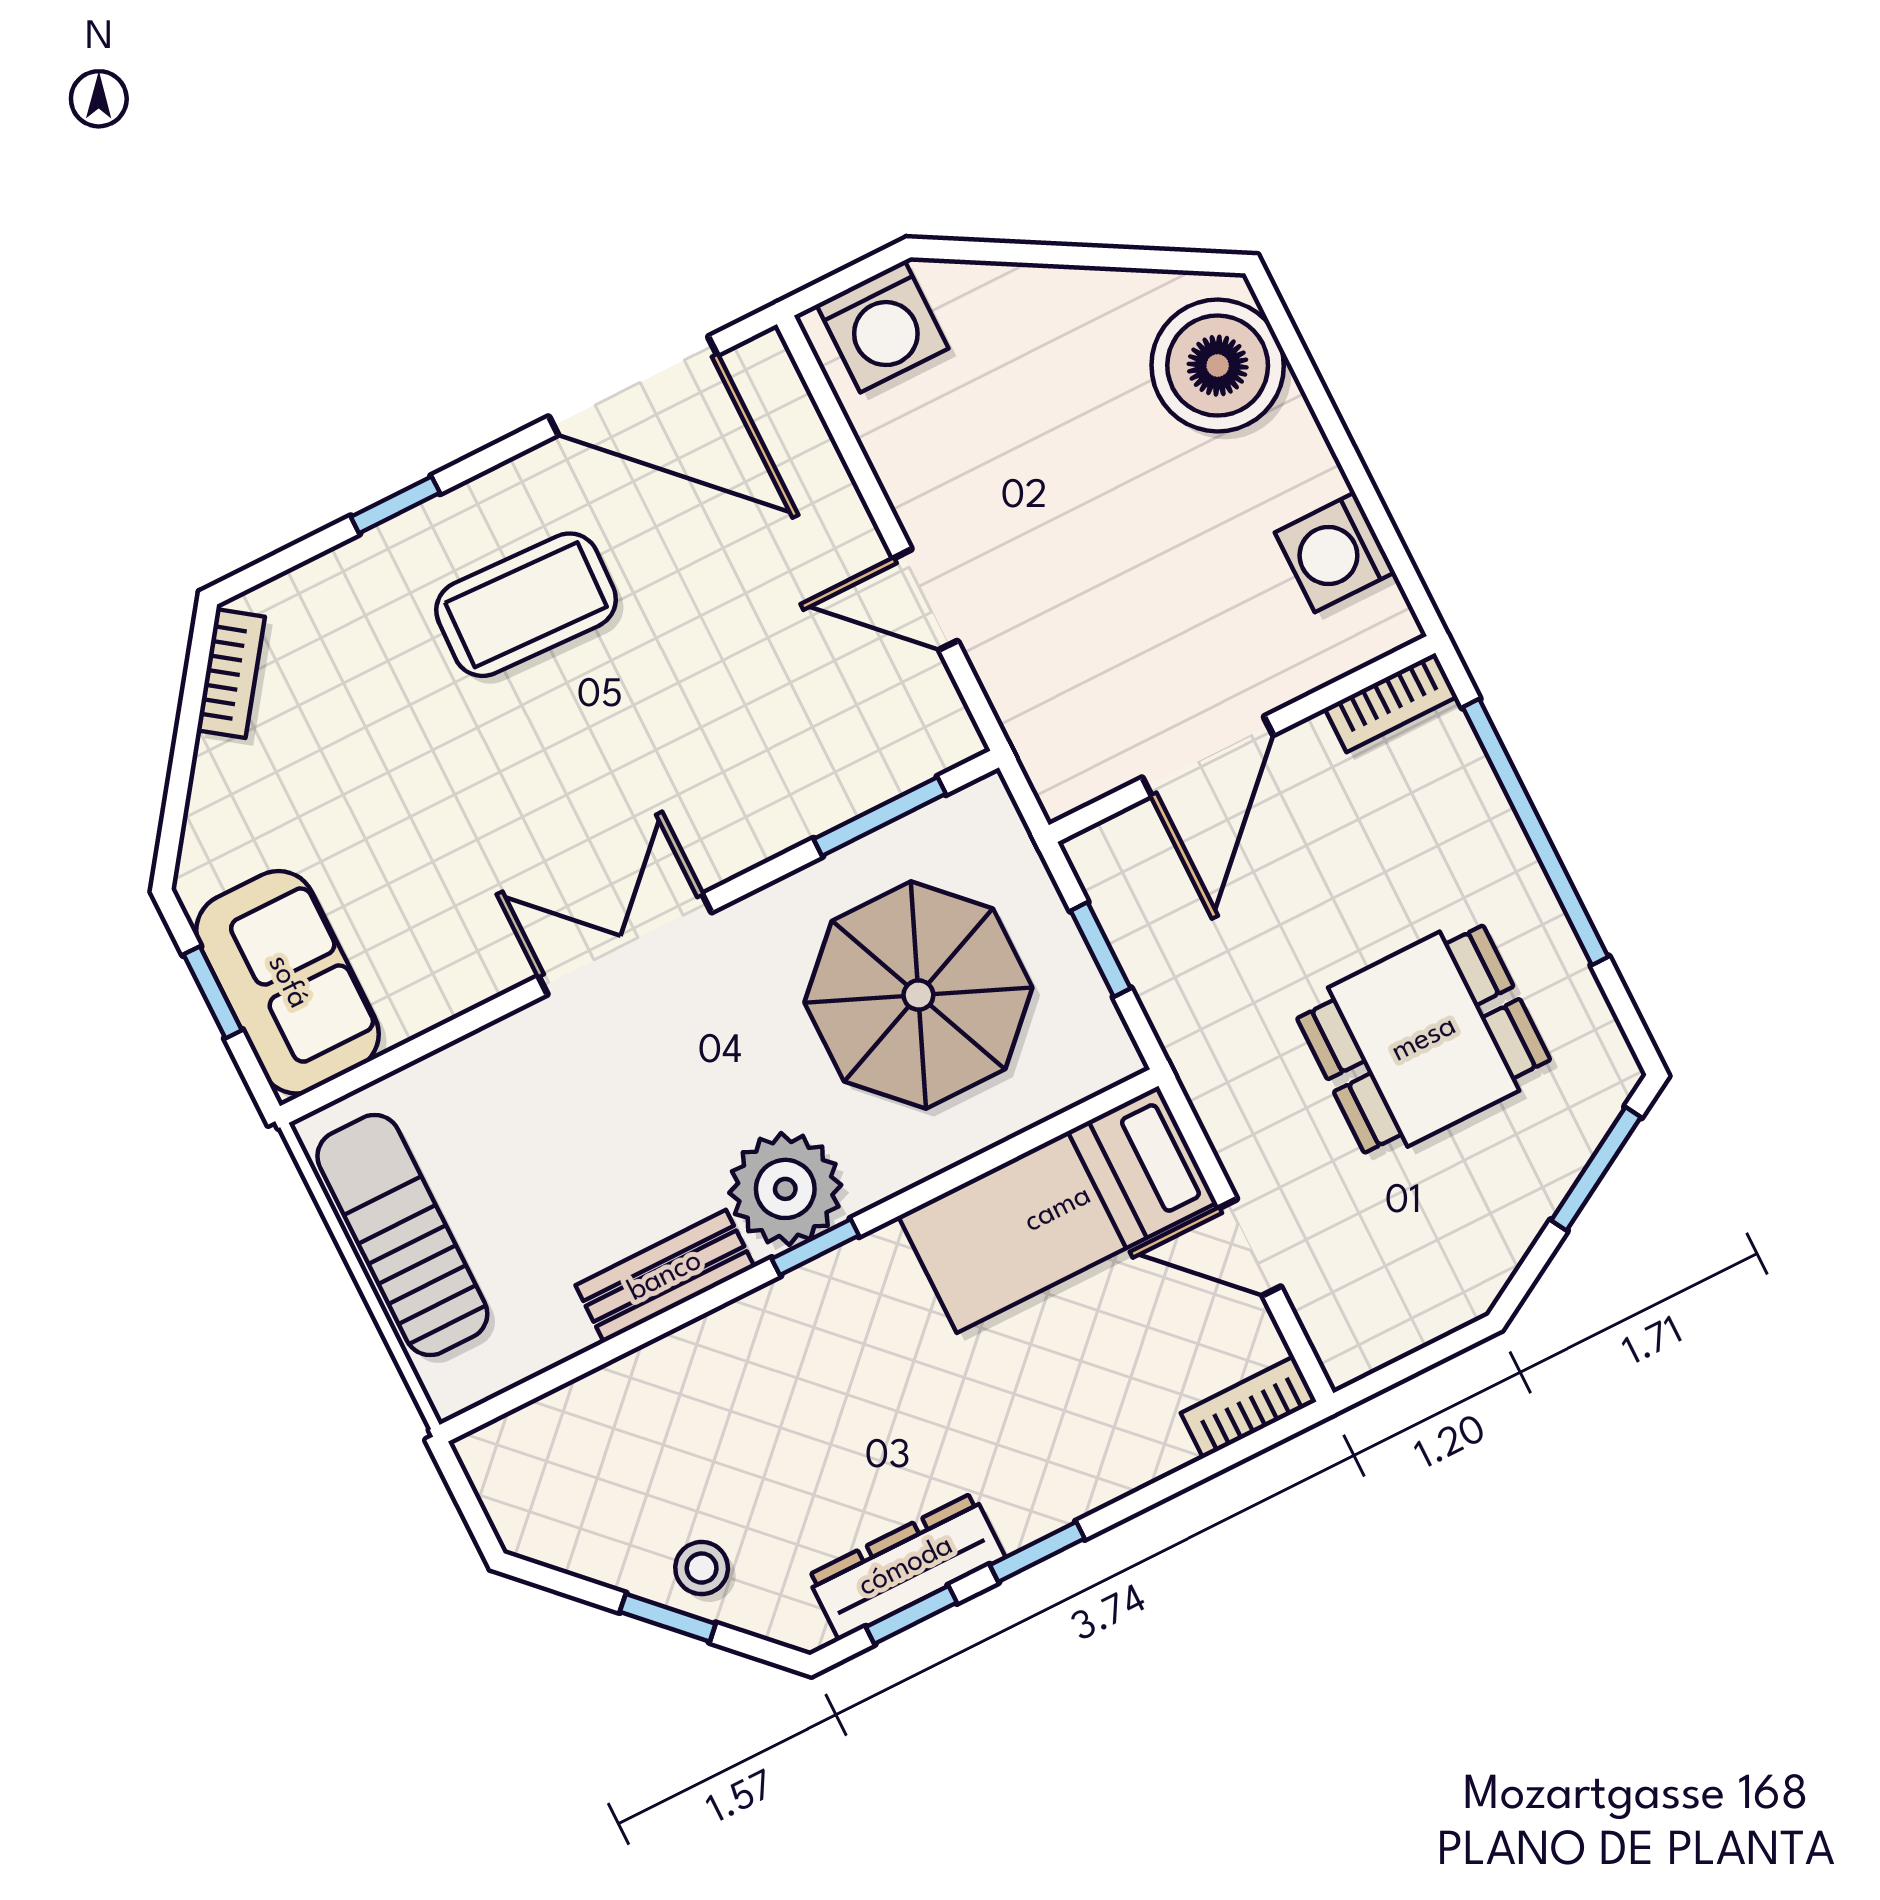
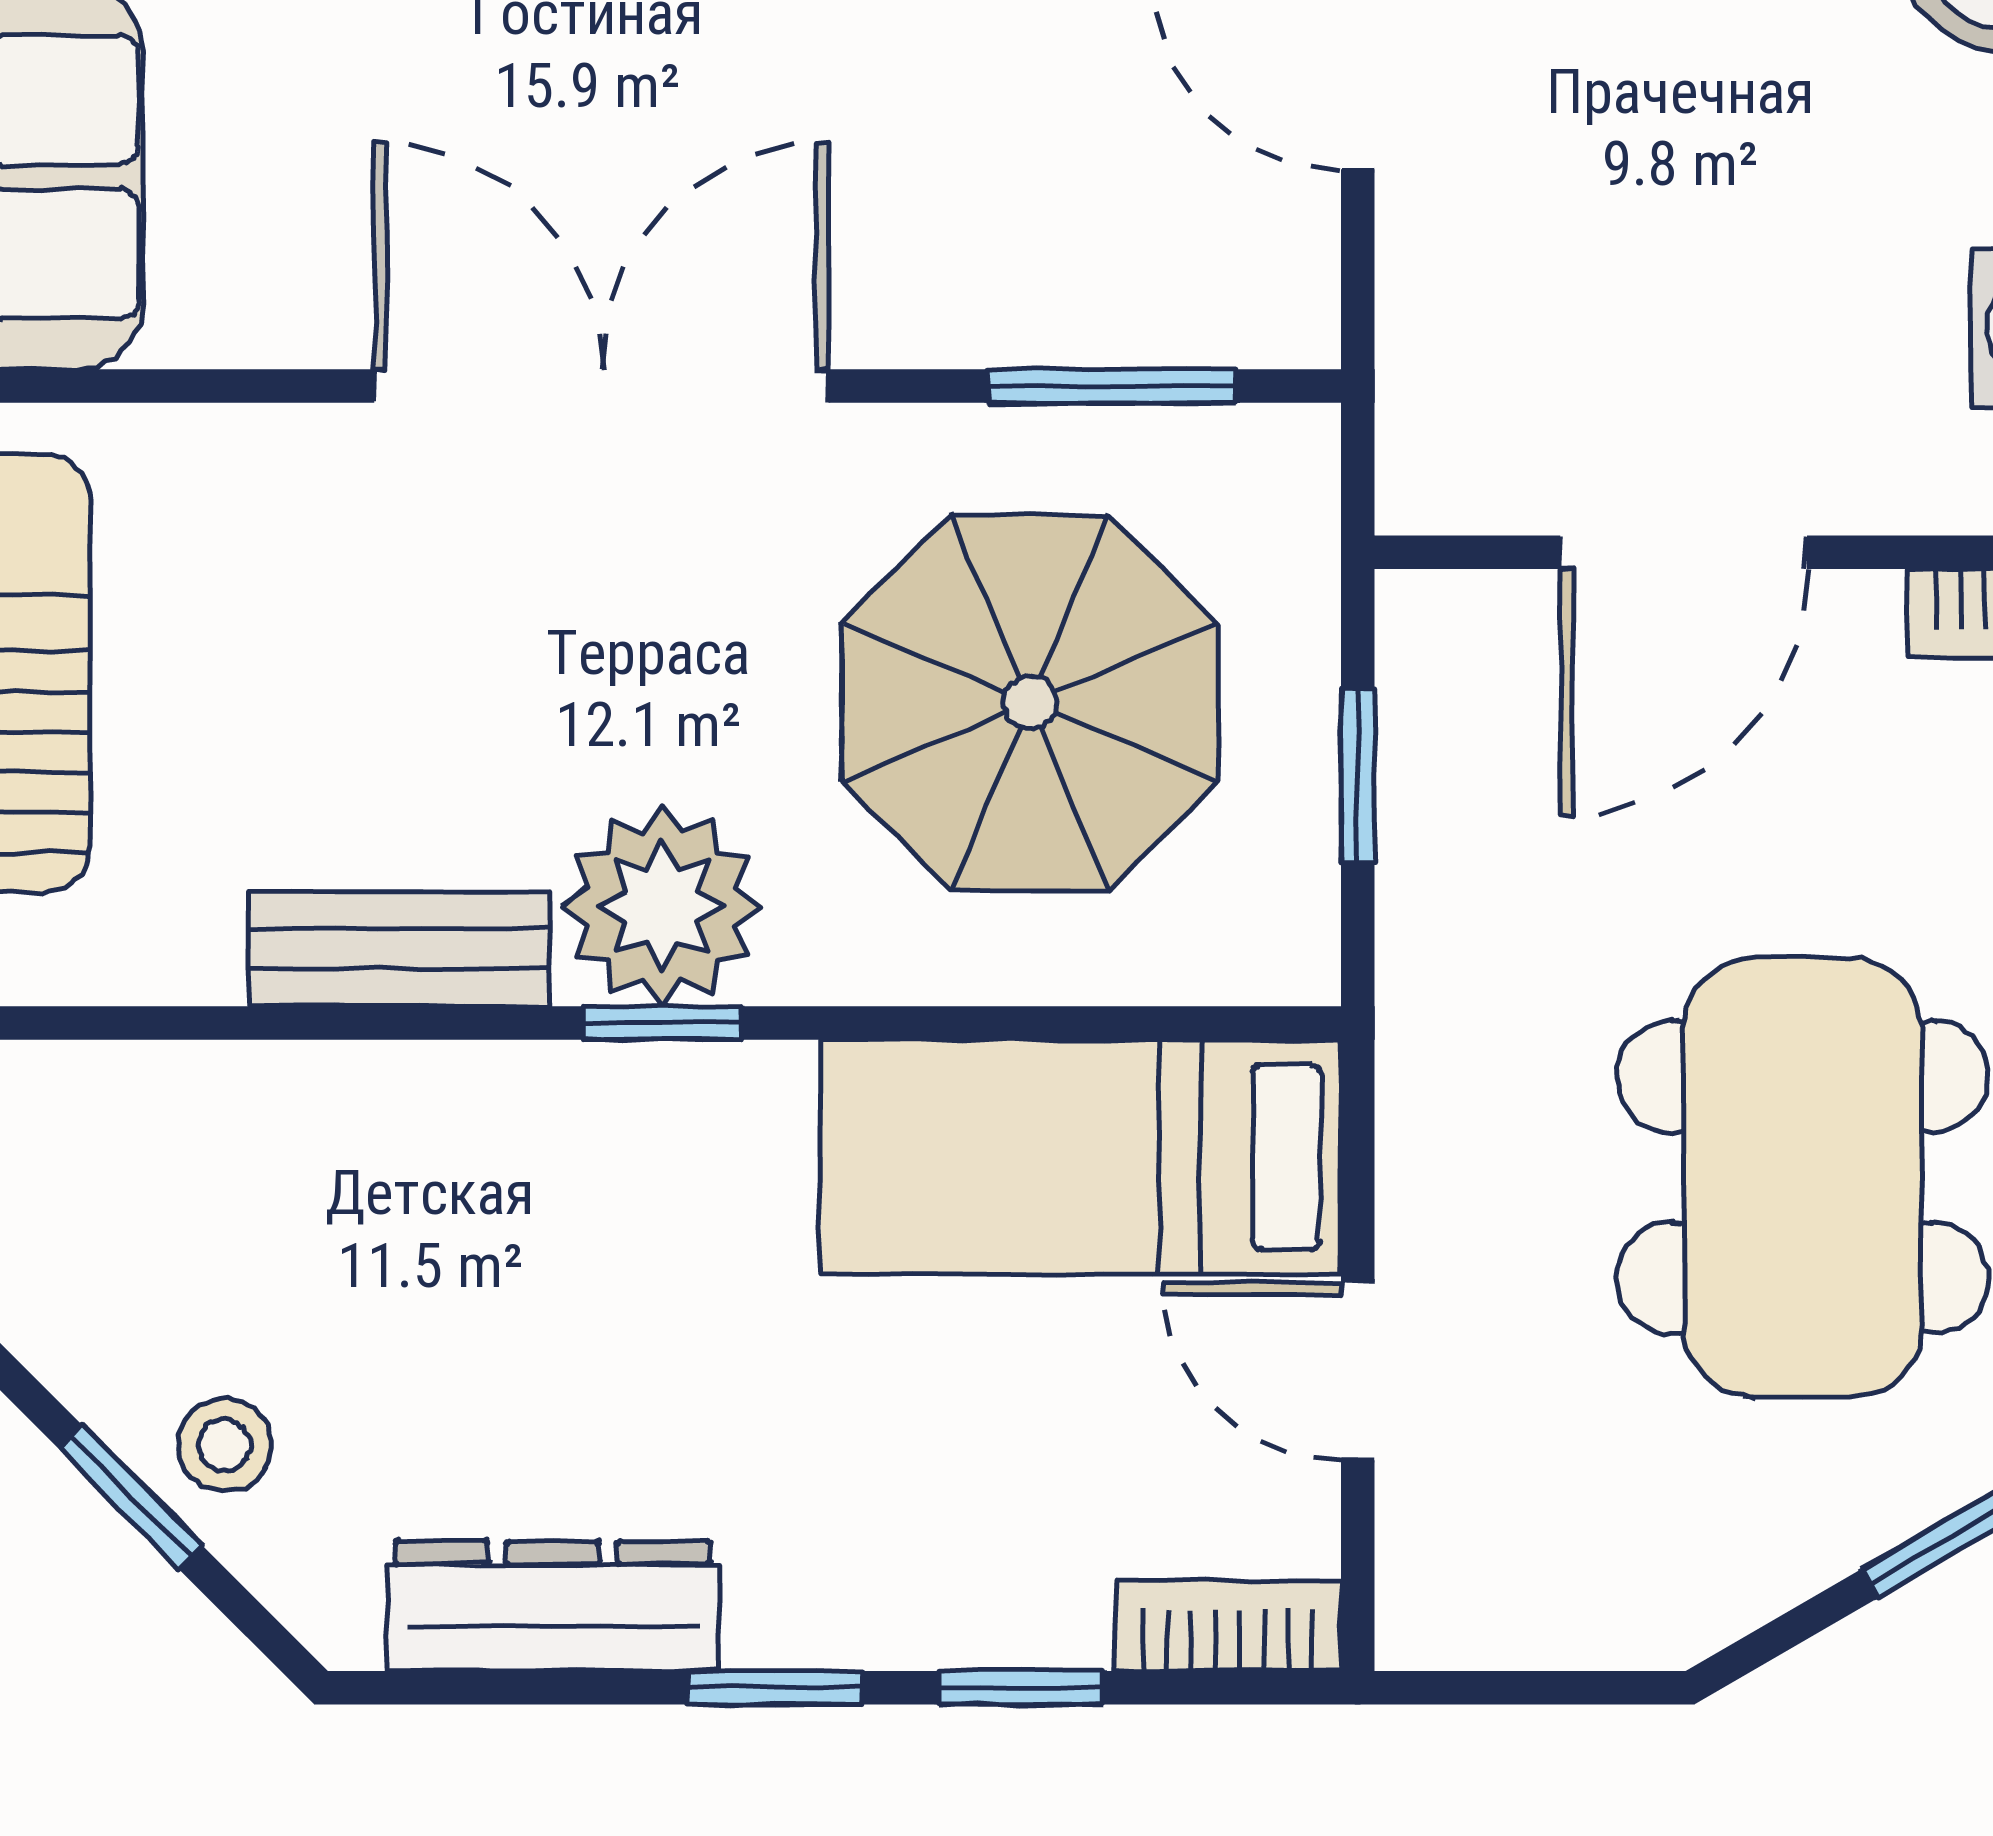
double door: (625, 944) -> (601, 386), width x1.37
dining table: (1424, 1039) -> (1802, 1177), width x1.37
window: (911, 1615) -> (1020, 1688), moved

